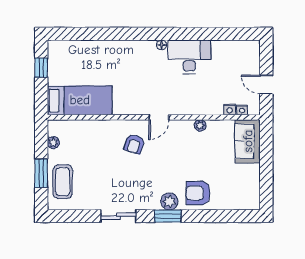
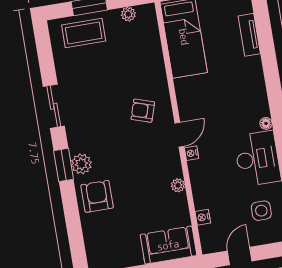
tv unit: (87, 46) -> (249, 35), added
side table: (232, 61) -> (261, 211), added
nightstand: (242, 110) -> (192, 153), moved
door: (159, 117) -> (179, 135), swing flipped

